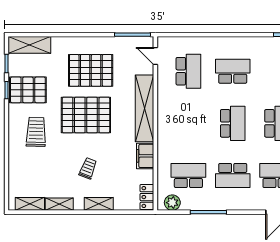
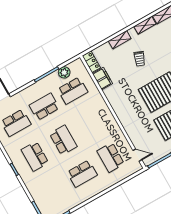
shelving: (145, 108) -> (125, 118), removed
school desk: (233, 123) -> (63, 140), turned 180
filing cabinet: (145, 156) -> (103, 79), moved
plant: (172, 203) -> (64, 72), moved

